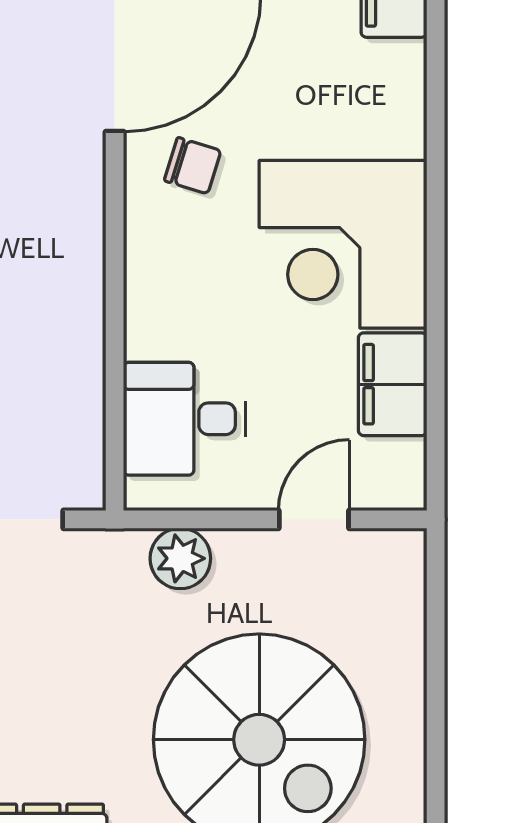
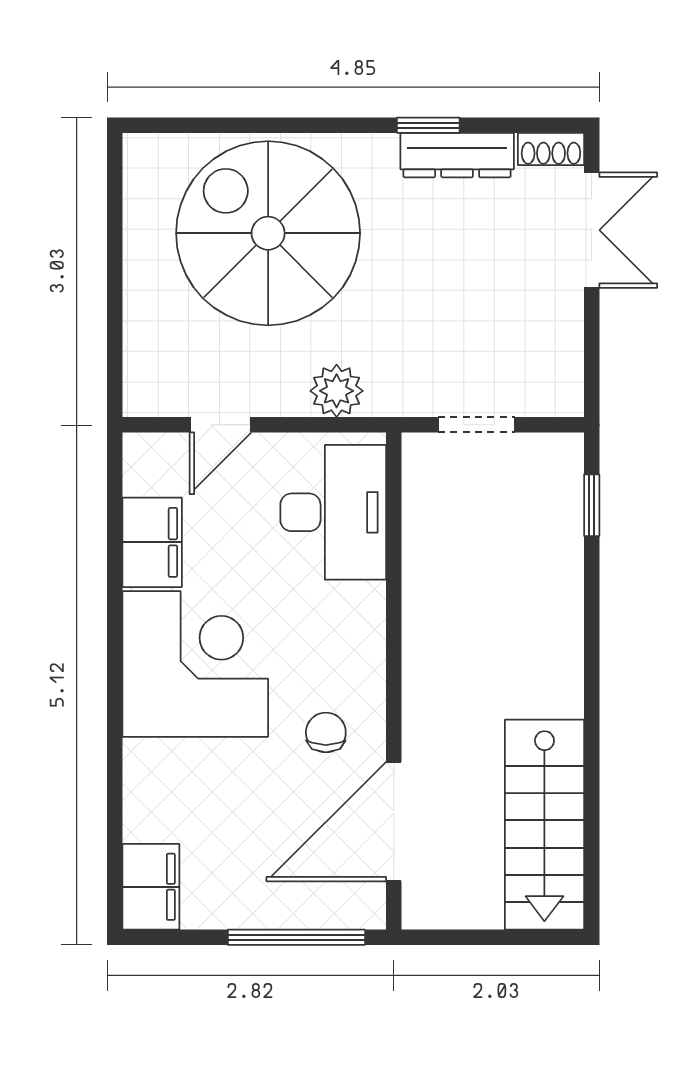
chair: (193, 166) -> (326, 732), turned 73
desk: (184, 419) -> (333, 512), width x1.37

